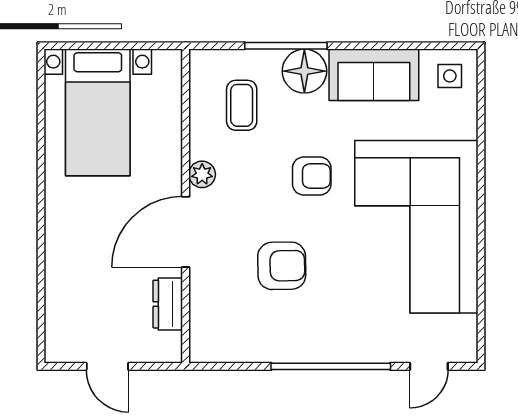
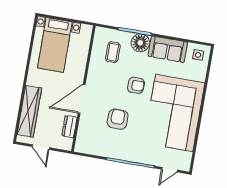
plant: (202, 174) -> (92, 77), removed
armchair: (282, 266) -> (118, 119), turned -89
wardrobe: (64, 284) -> (29, 111), added

